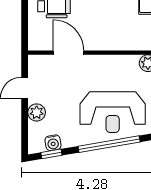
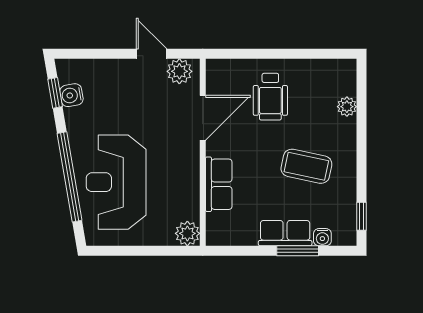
row of seats: (114, 42) -> (219, 184), added
plant: (37, 112) -> (179, 71), moved

